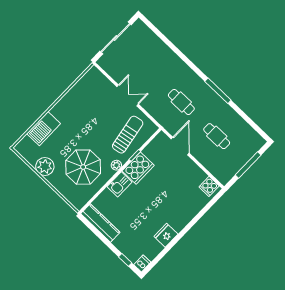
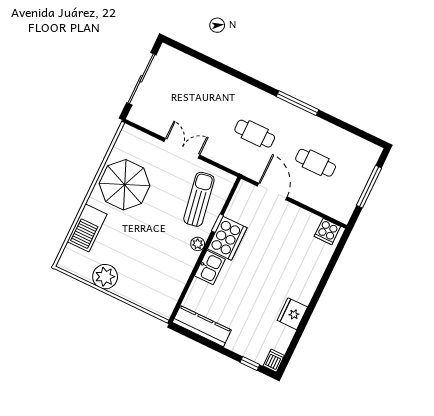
parasol: (83, 167) -> (125, 185), moved

